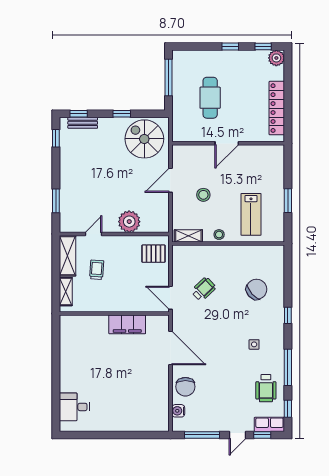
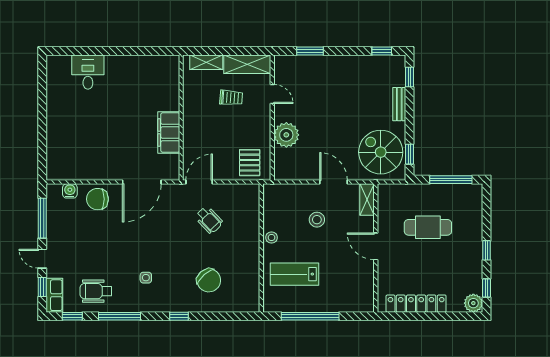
window: (122, 114) -> (410, 154), moved
bench: (83, 123) -> (399, 104), moved
spiral stairs: (144, 139) -> (381, 152), turned -90
window: (288, 201) -> (310, 316), width x2.11
shelving: (188, 236) -> (367, 200), moved
desk: (74, 407) -> (88, 72), moved

